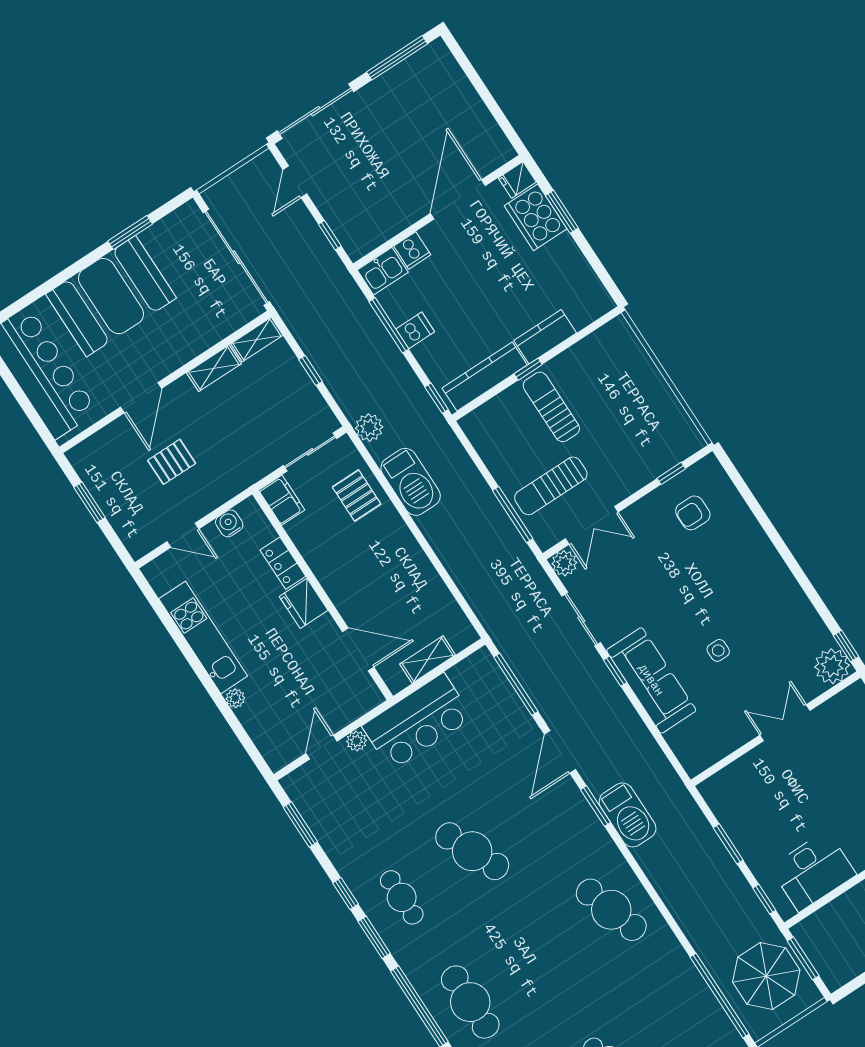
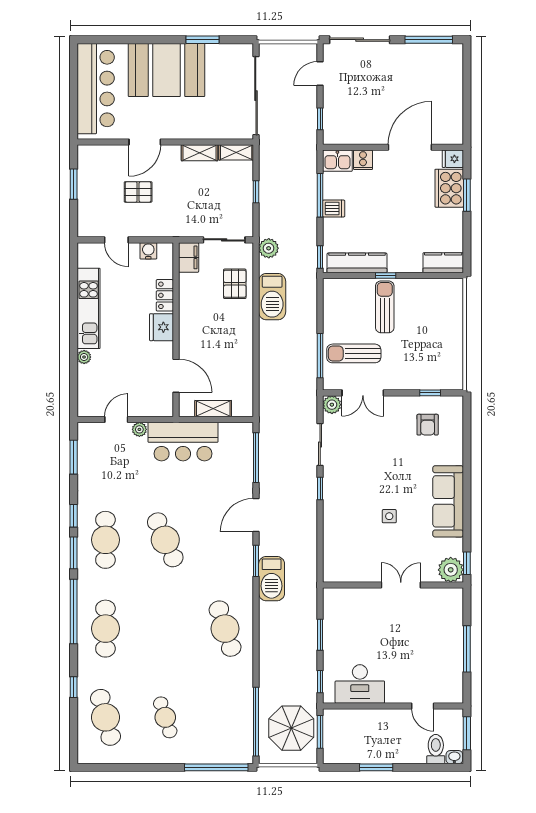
kitchen counter: (545, 337) -> (443, 263), moved
armchair: (693, 513) -> (428, 425), turned -90
sofa: (651, 680) -> (448, 501), moved, turned 180
cafe table: (402, 897) -> (105, 540), width x1.37, depth x1.35

